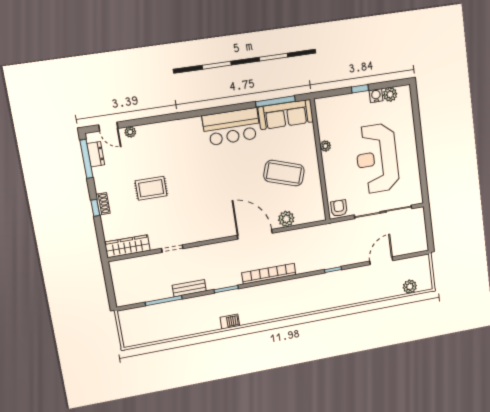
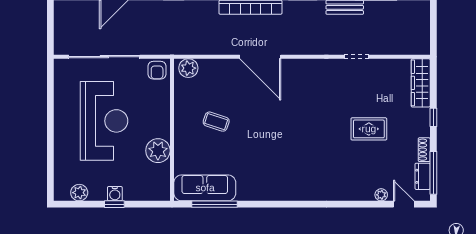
water cooler: (376, 96) -> (115, 194), moved
bar counter: (232, 127) -> (268, 183), removed
plant: (325, 146) -> (158, 151), width x1.87, depth x1.87
coffee table: (284, 173) -> (216, 122), width x0.54, depth x0.58
shoe rack: (103, 204) -> (424, 150), moved
plant: (286, 219) -> (188, 68), moved
wardrobe: (127, 246) -> (421, 83), moved, turned 90

